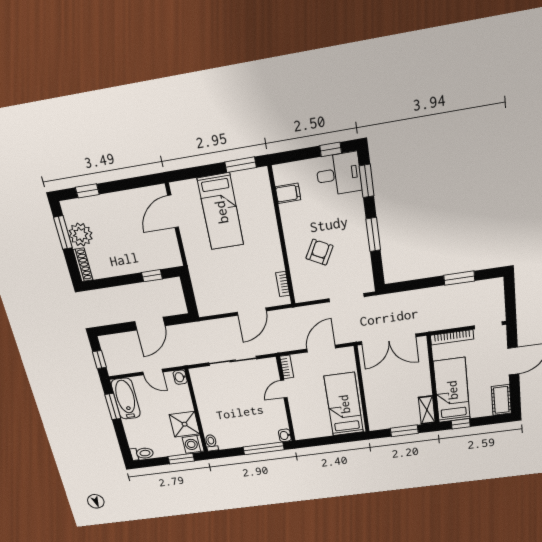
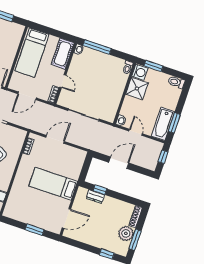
window: (241, 165) -> (35, 230), moved
bed: (221, 212) -> (53, 184), moved, turned -90
dresser: (152, 263) -> (95, 197), added
door: (284, 389) -> (63, 81), hinge flipped
cot: (303, 421) -> (63, 54), added

